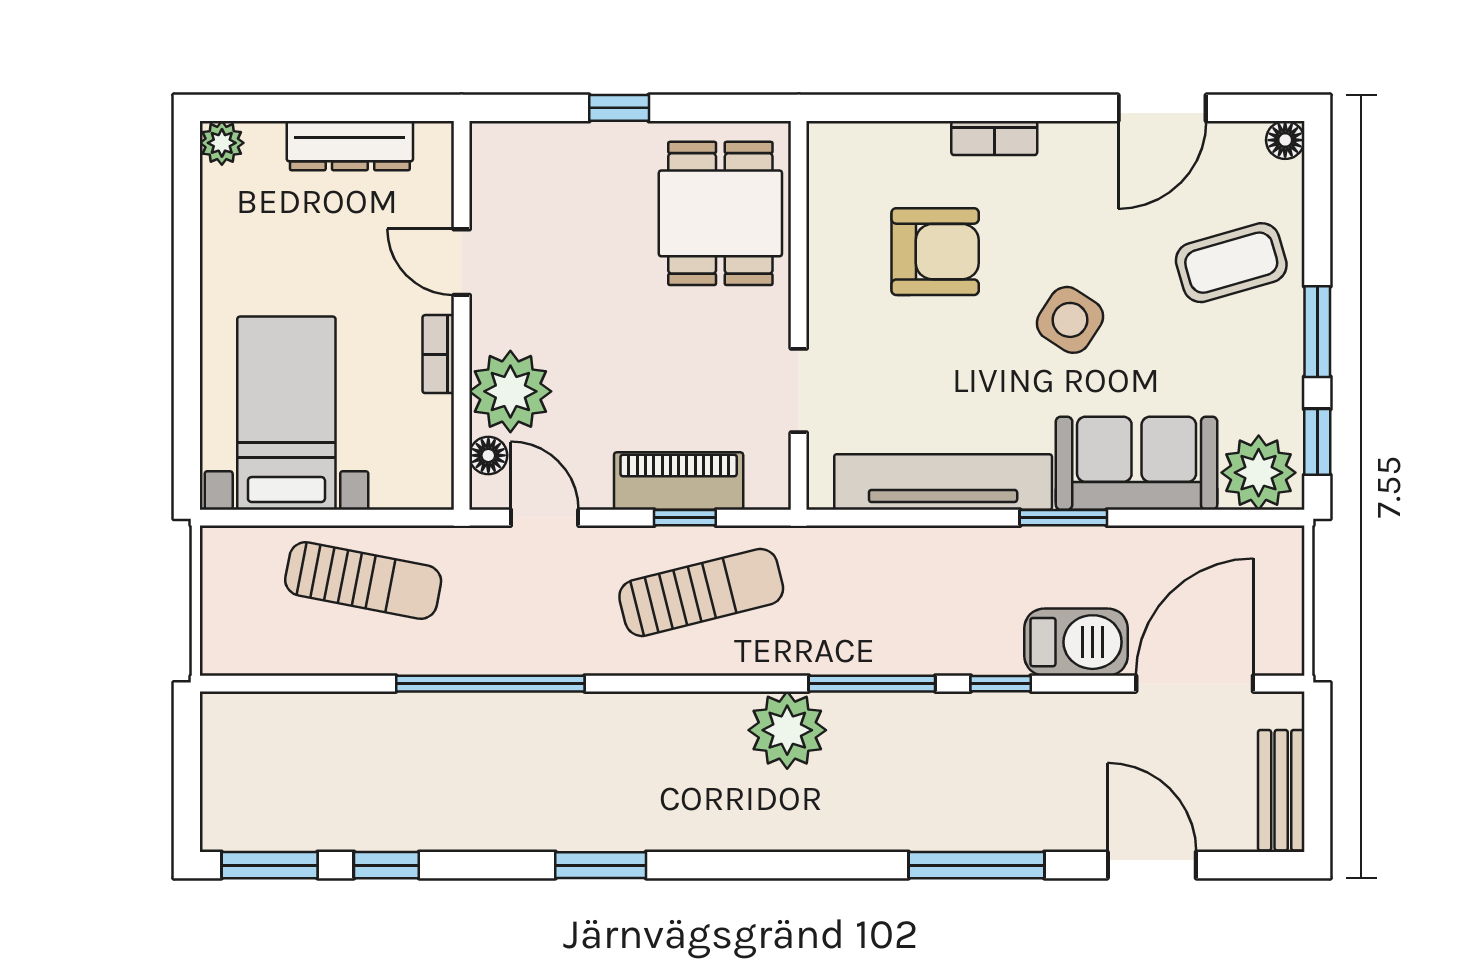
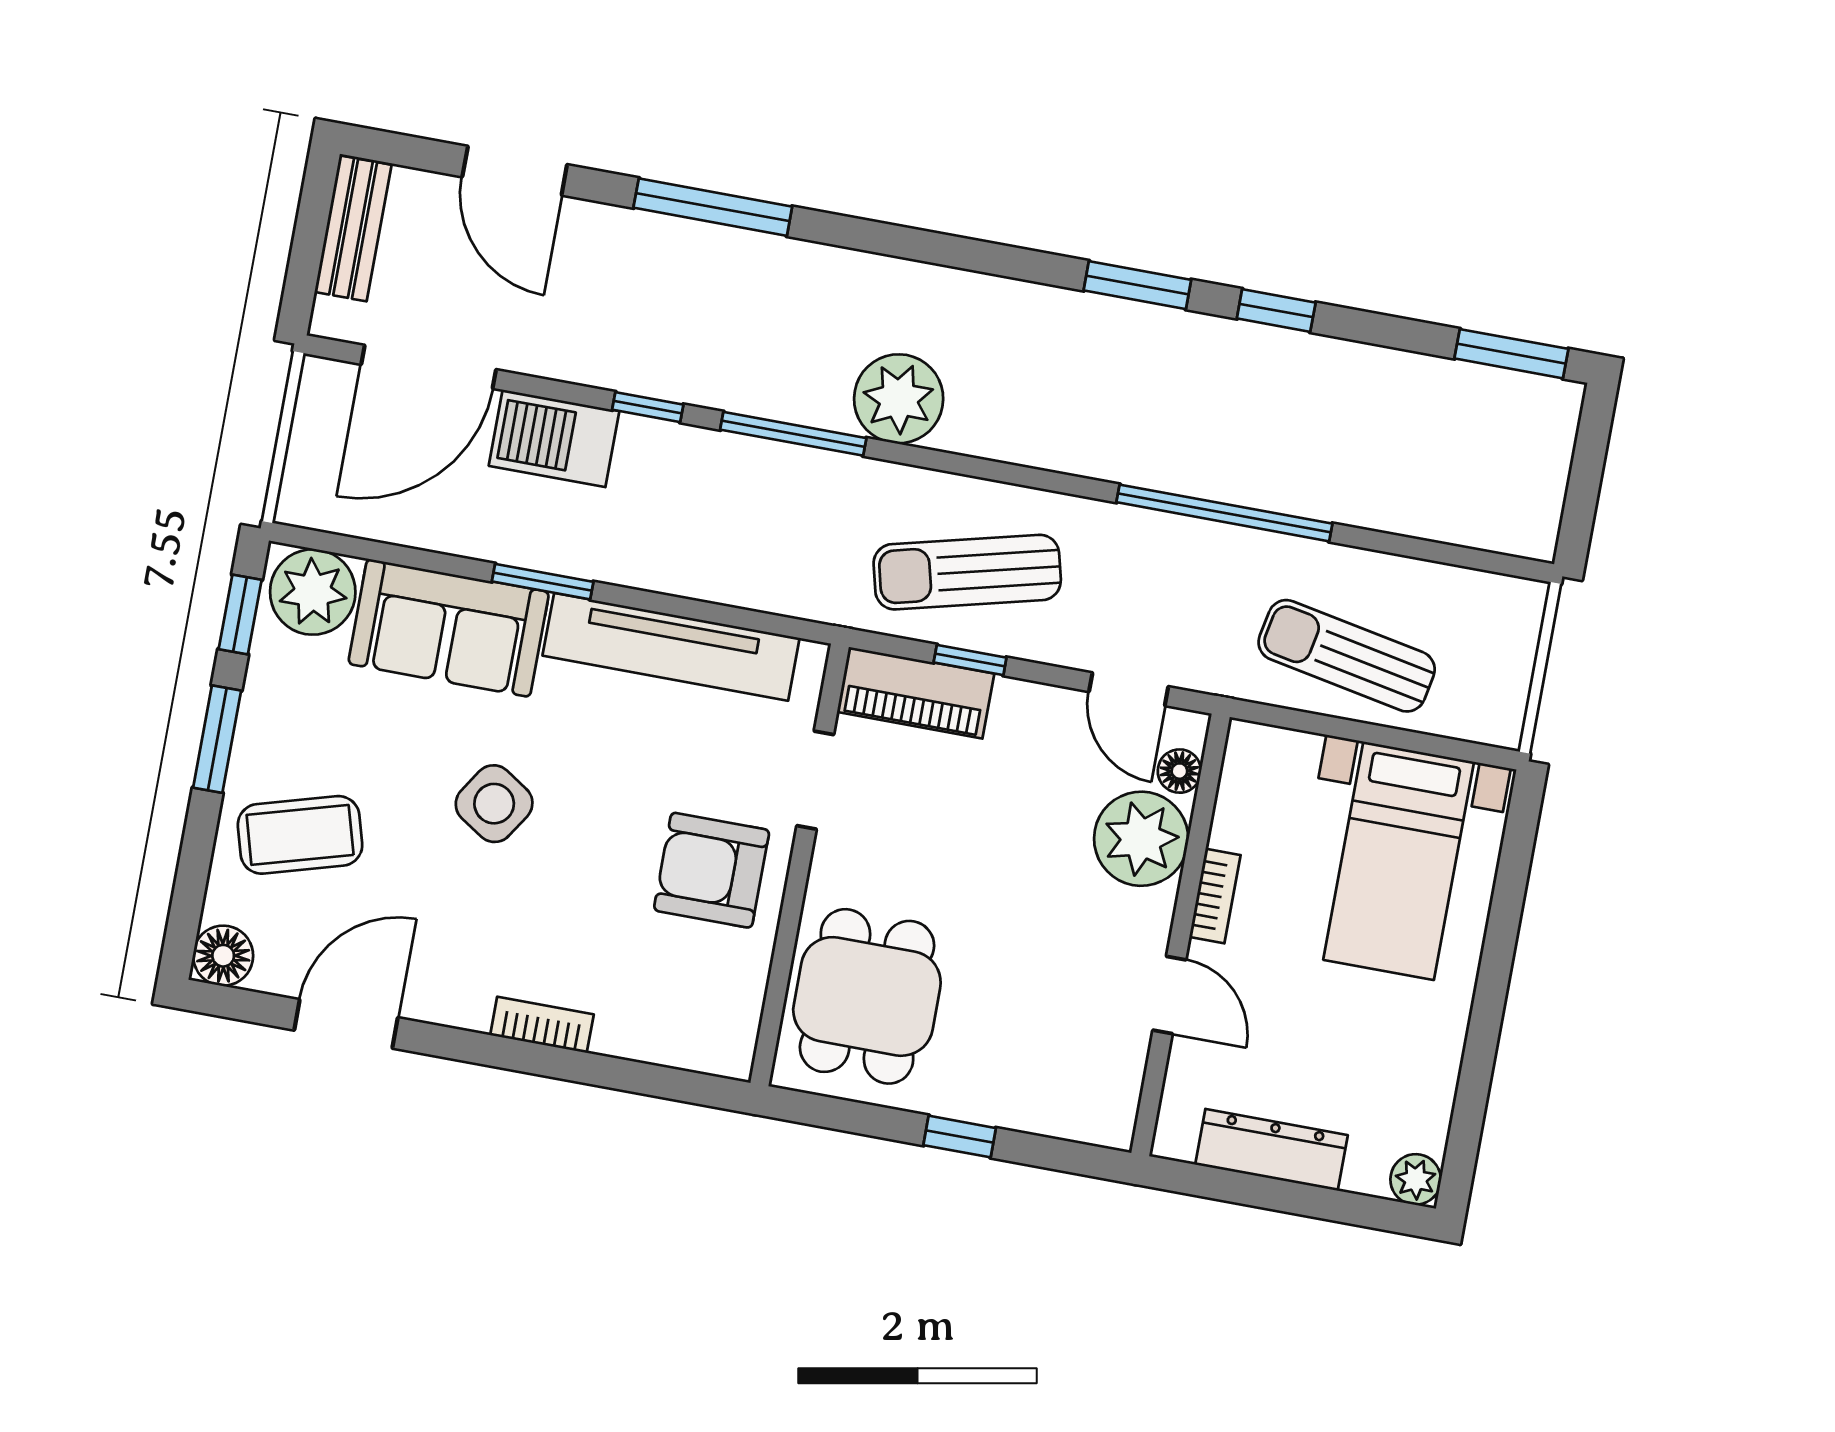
floor lamp: (1285, 140) -> (223, 956), width x1.37, depth x1.37
armchair: (935, 252) -> (712, 870), moved
piano: (679, 481) -> (916, 693), moved
window: (386, 865) -> (1276, 311), moved

